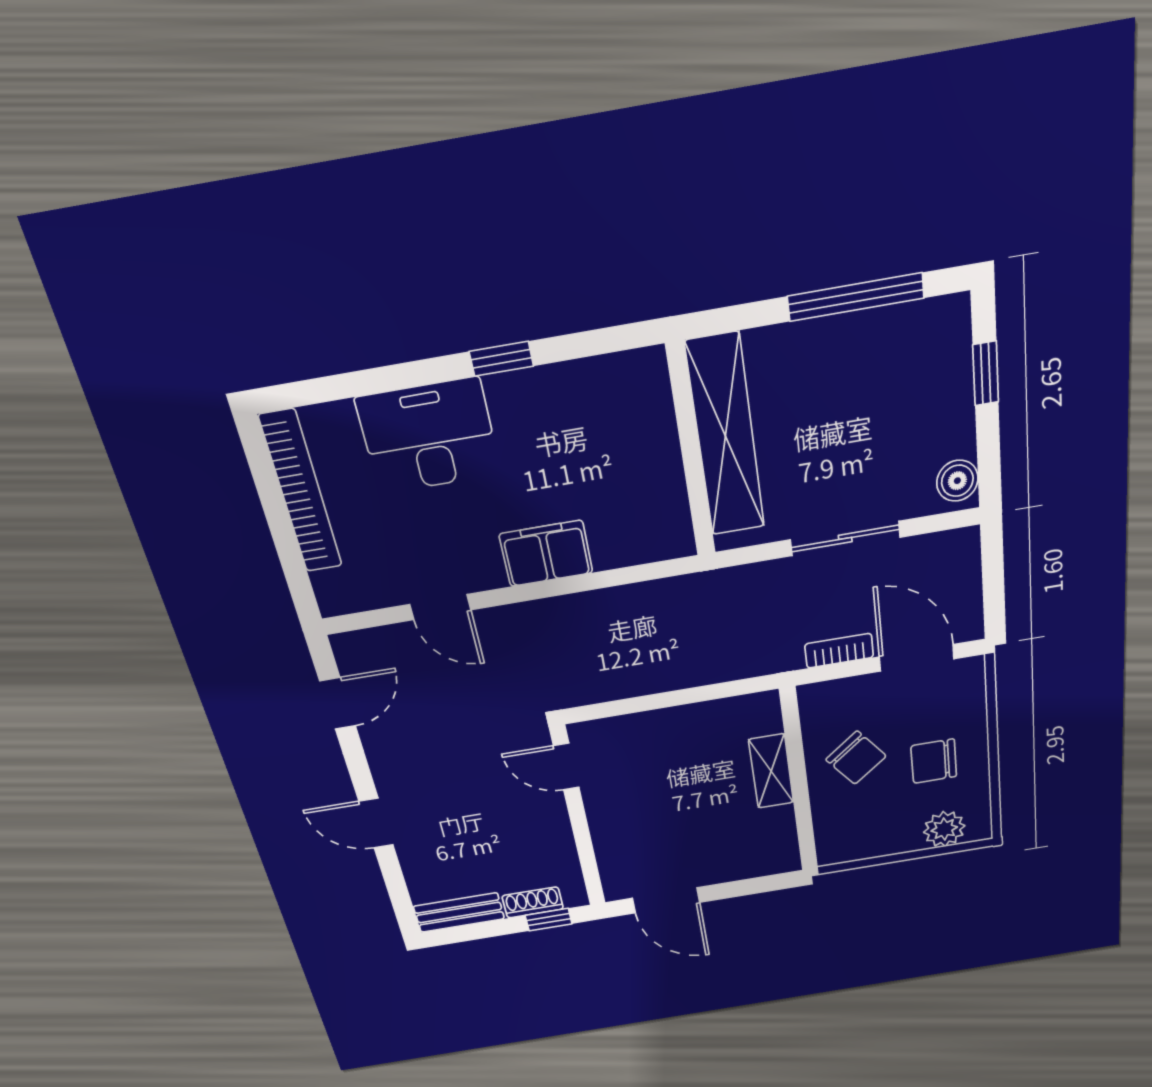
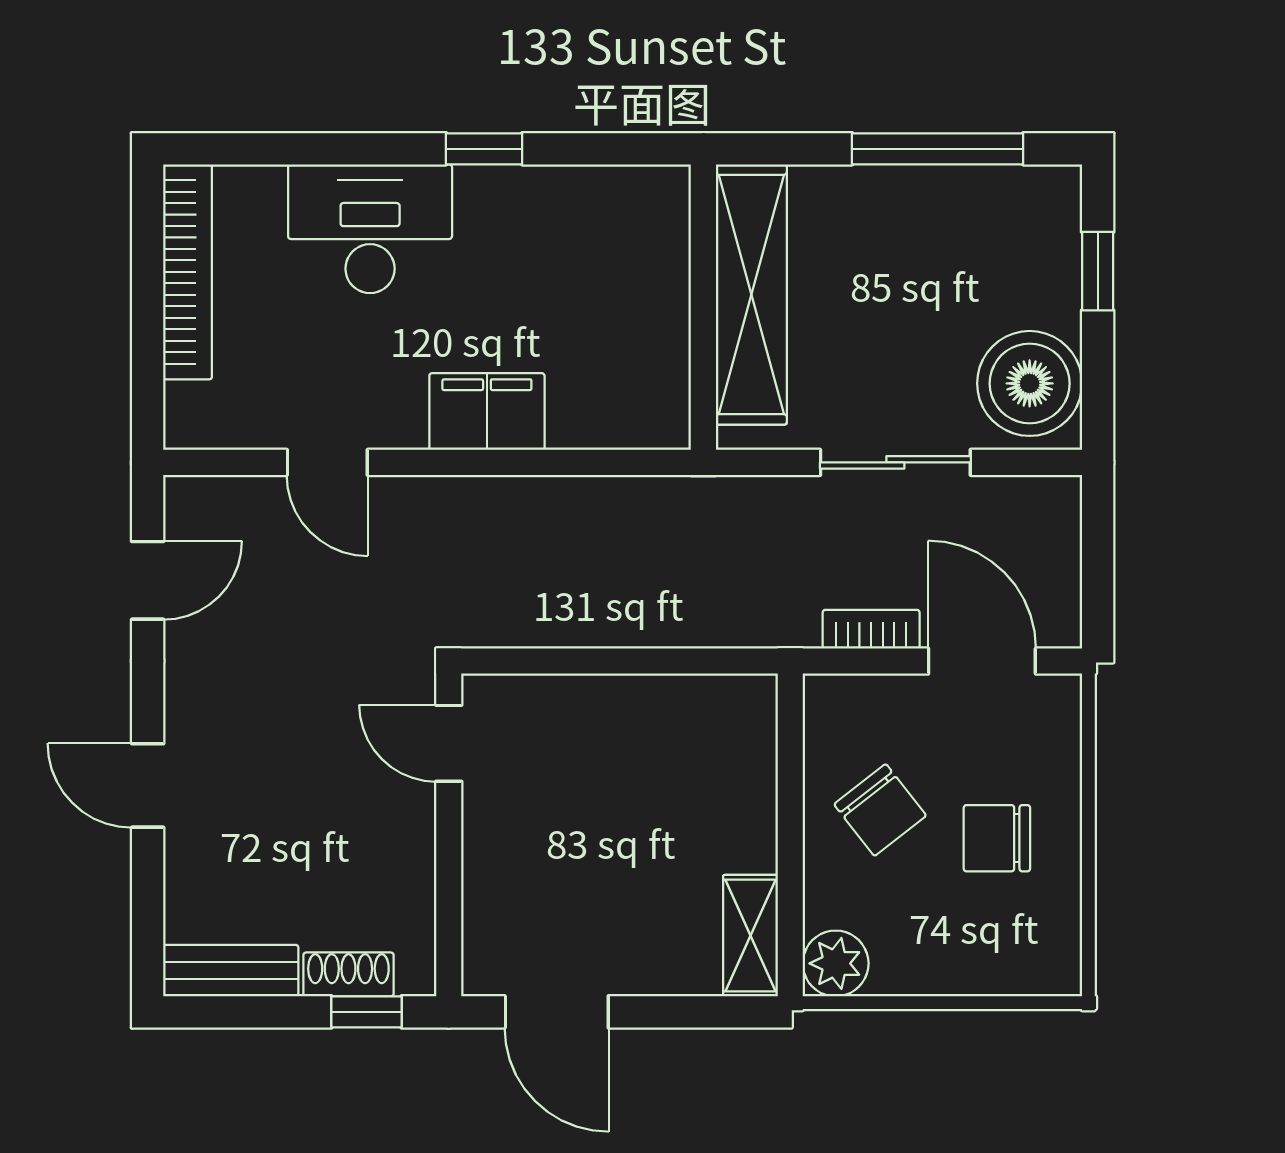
boiler: (957, 481) -> (1030, 383), width x1.86, depth x1.86
shelving: (771, 771) -> (751, 936), moved
plant: (944, 829) -> (836, 963), moved

